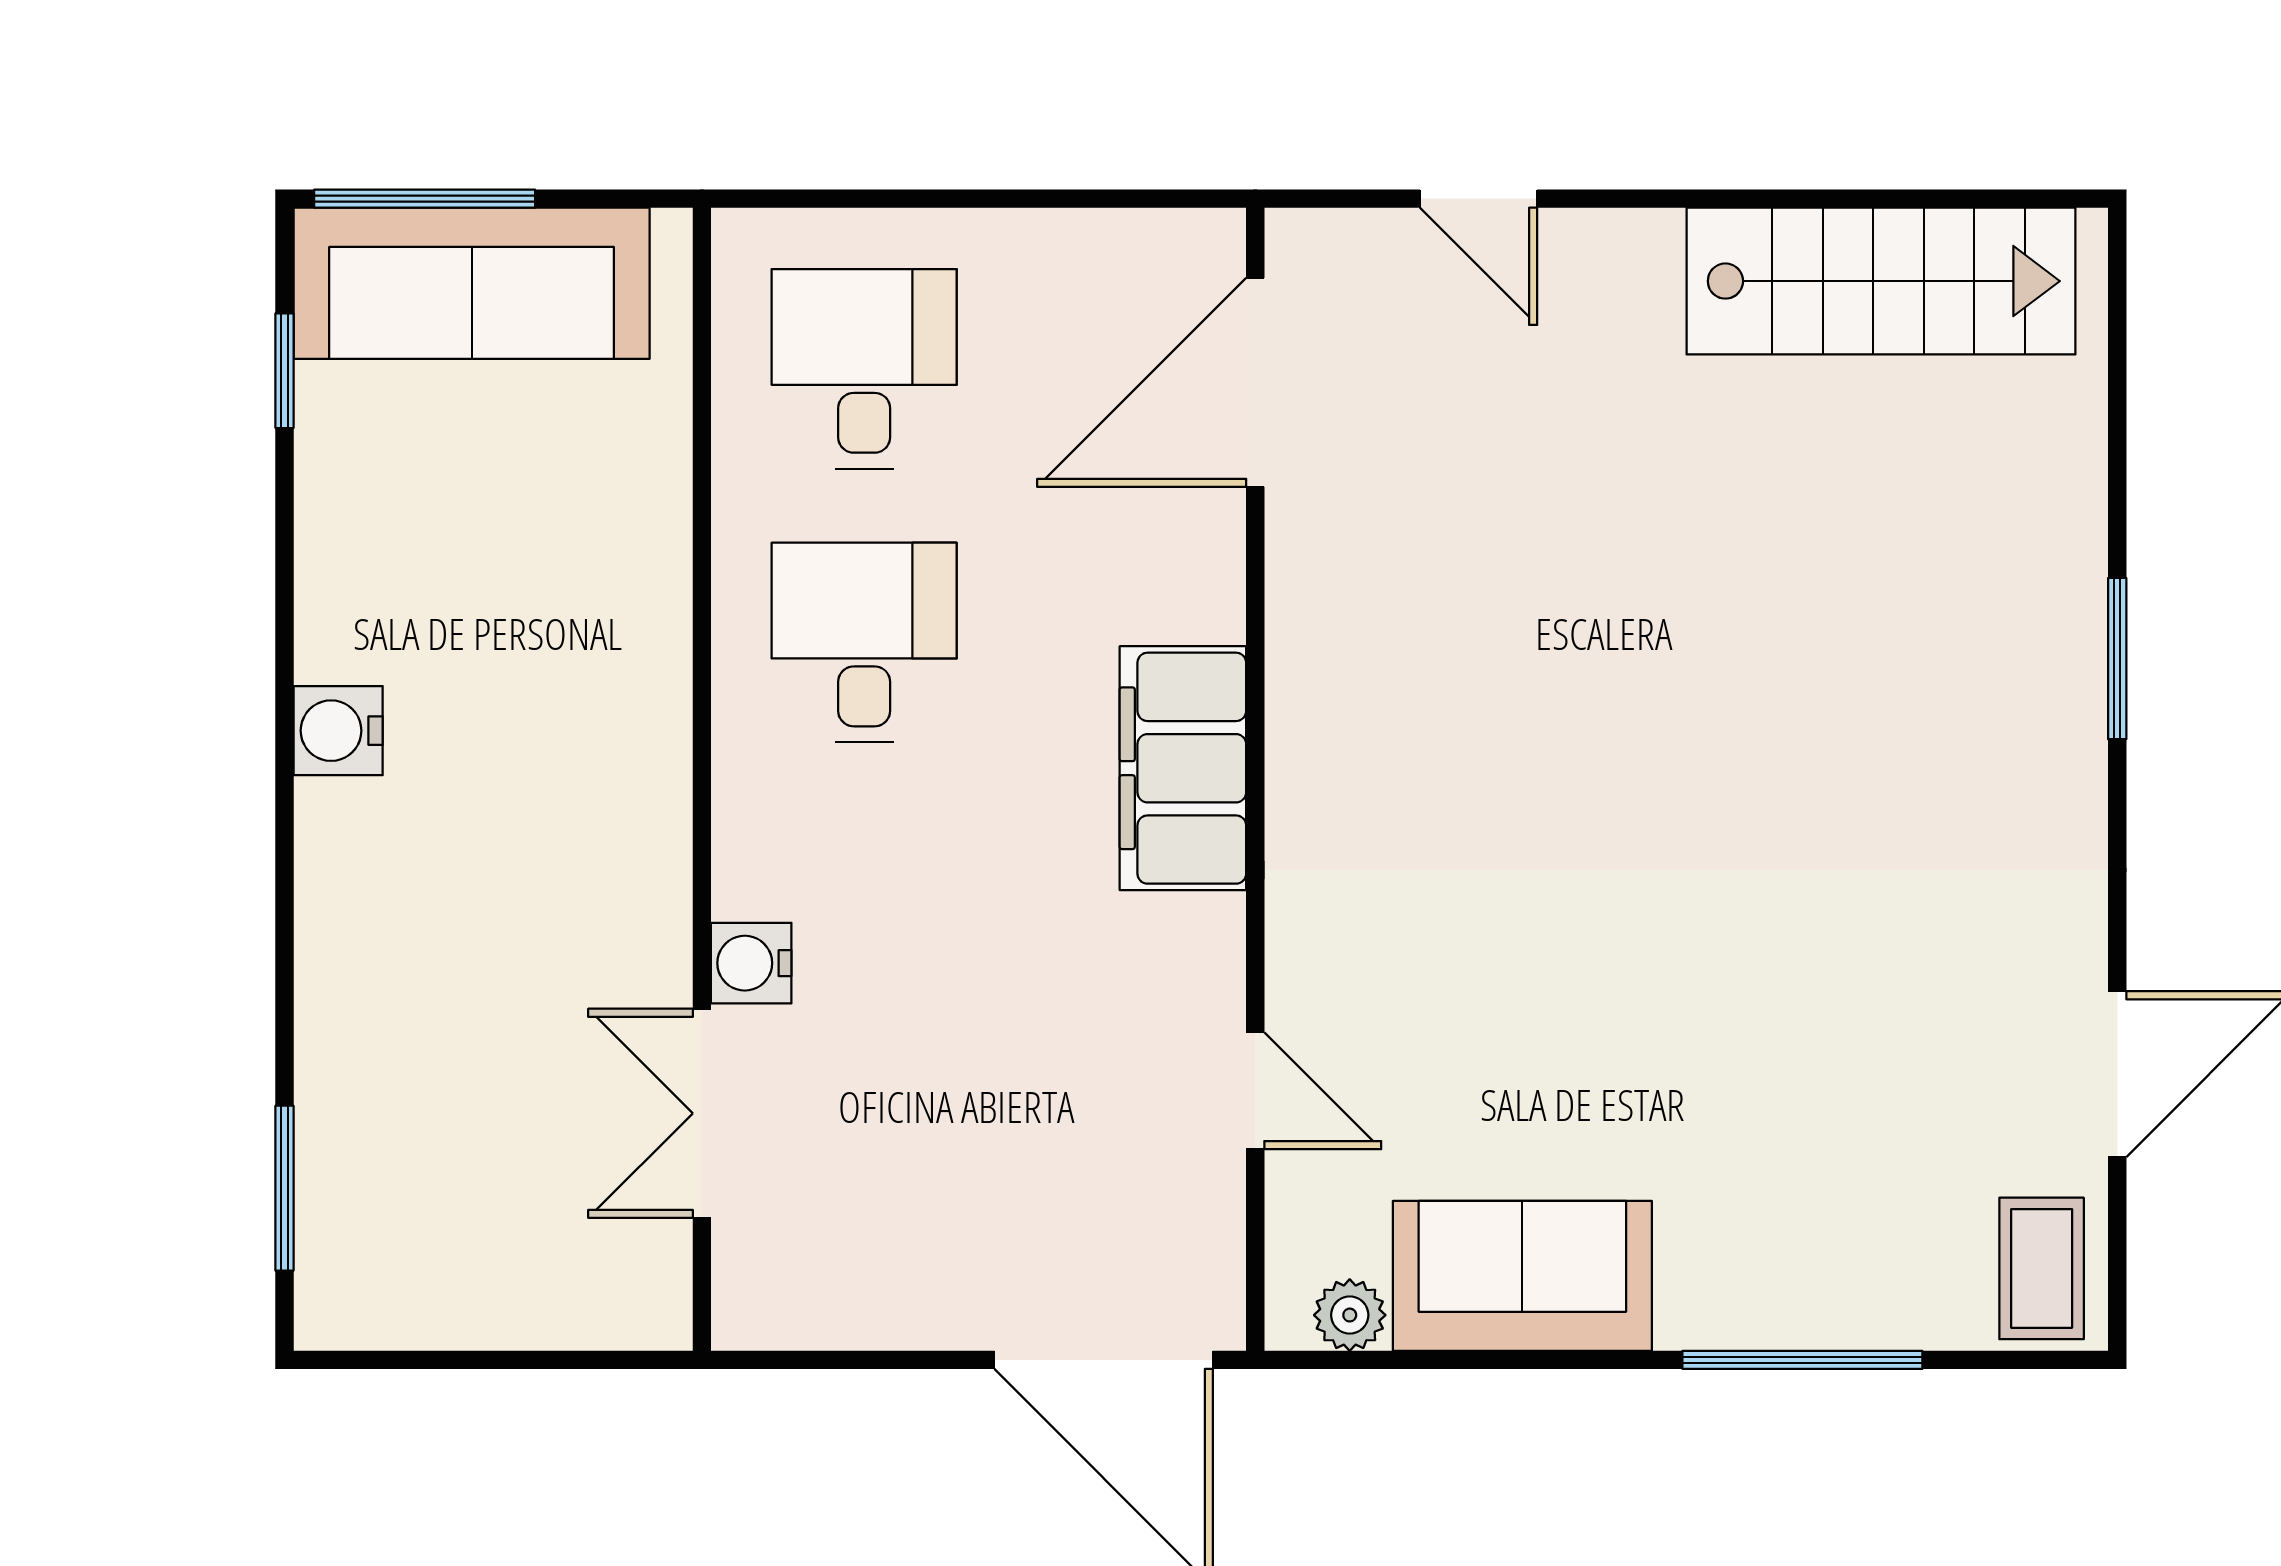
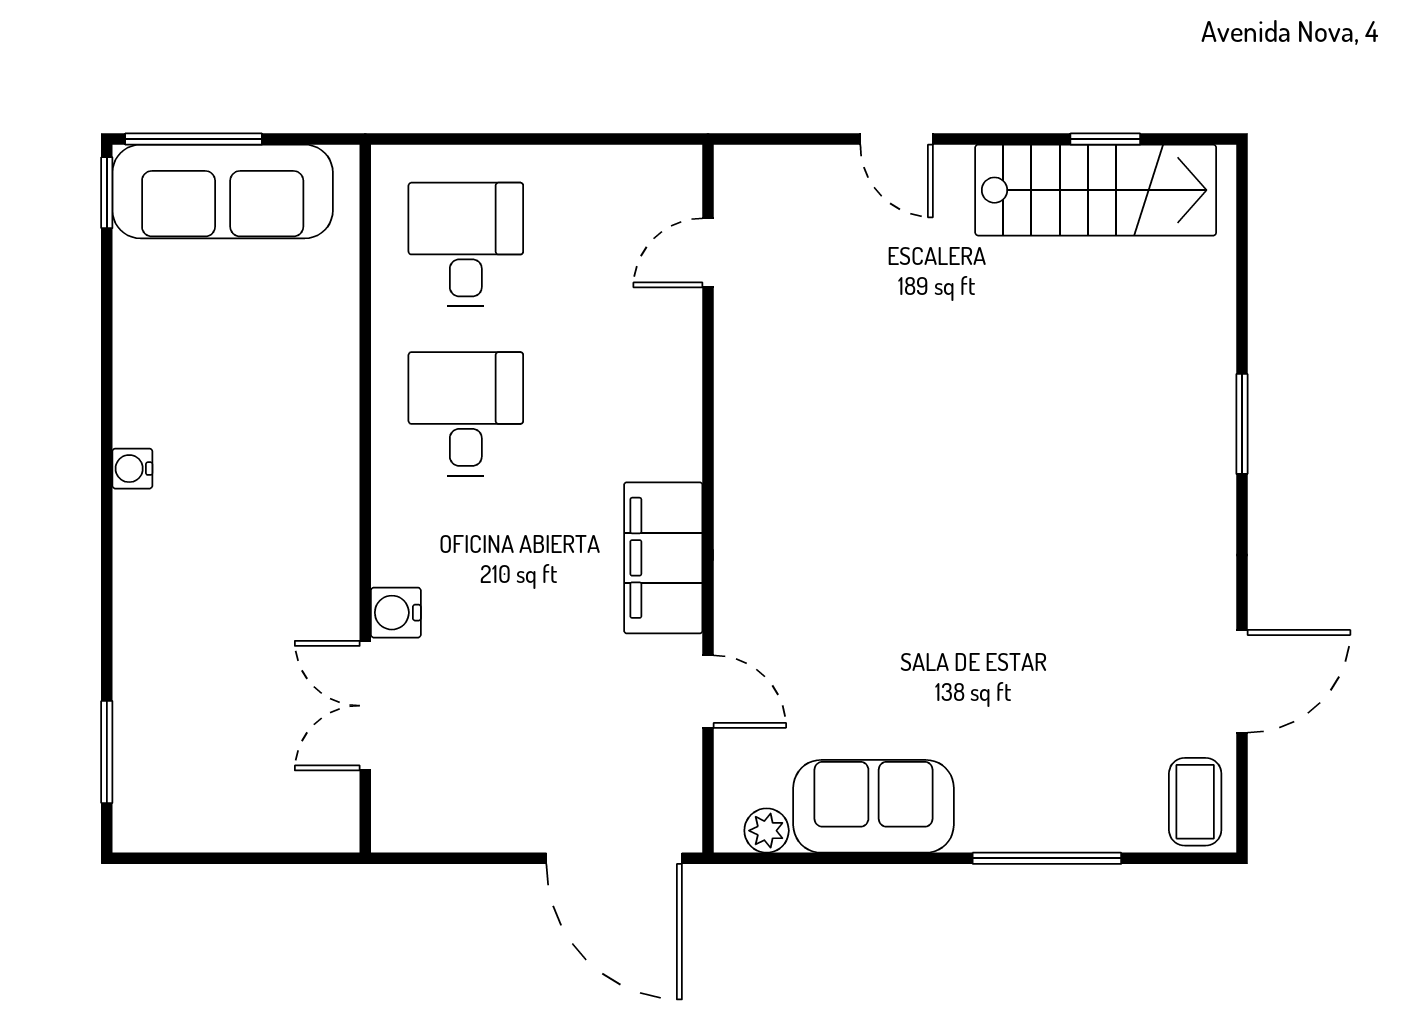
door: (1479, 199) -> (897, 139), moved
window: (1897, 199) -> (1105, 139), added
window: (284, 371) -> (107, 193), moved
door: (1255, 382) -> (708, 253), width x0.53
water cooler: (338, 731) -> (132, 469), width x0.72, depth x0.72
filing cabinet: (1183, 768) -> (663, 558), moved

